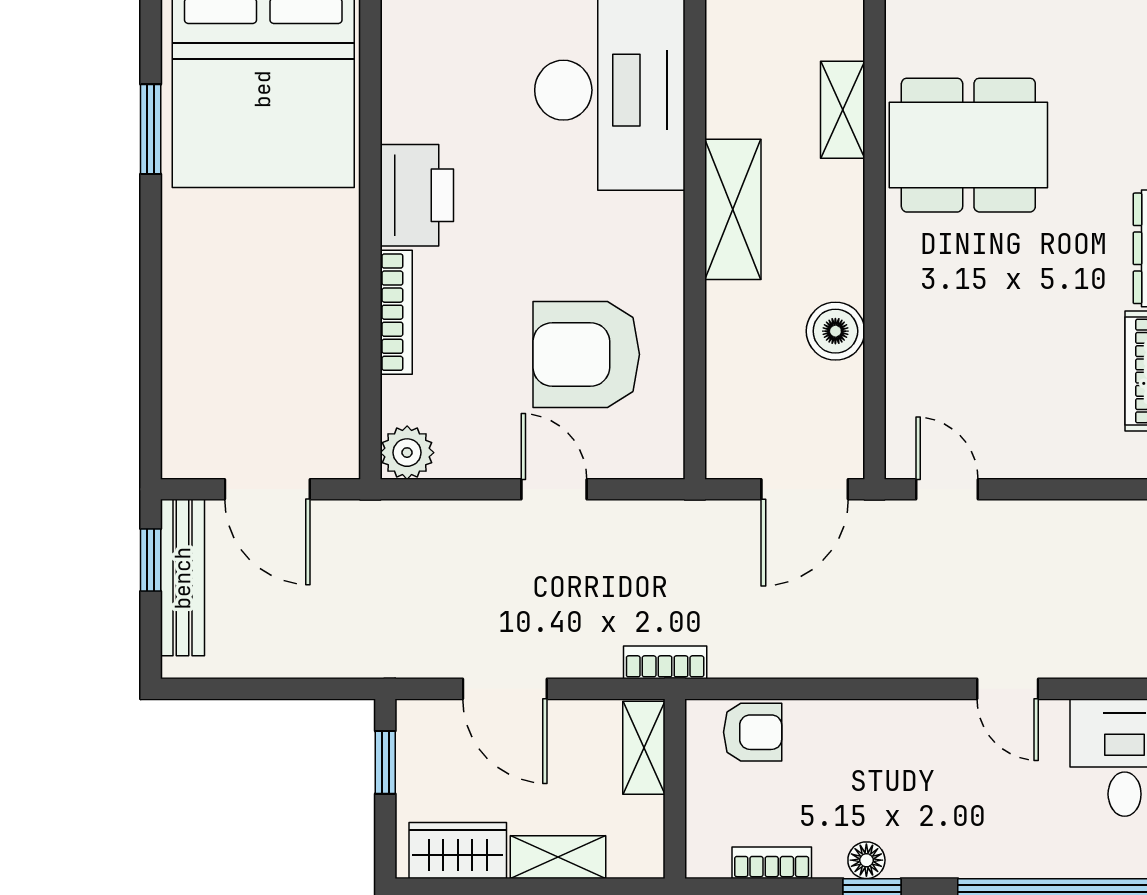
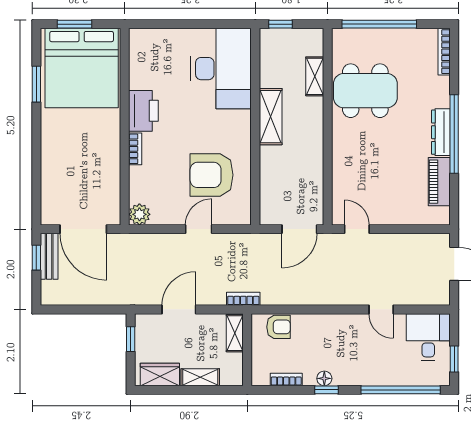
bookcase: (396, 312) -> (135, 149), width x0.64
boiler: (835, 331) -> (312, 165), removed
door: (267, 489) -> (83, 229), width x1.36
door: (554, 489) -> (199, 229), hinge flipped
bench: (183, 578) -> (49, 256), width x0.73
door: (505, 689) -> (179, 309), swing flipped

